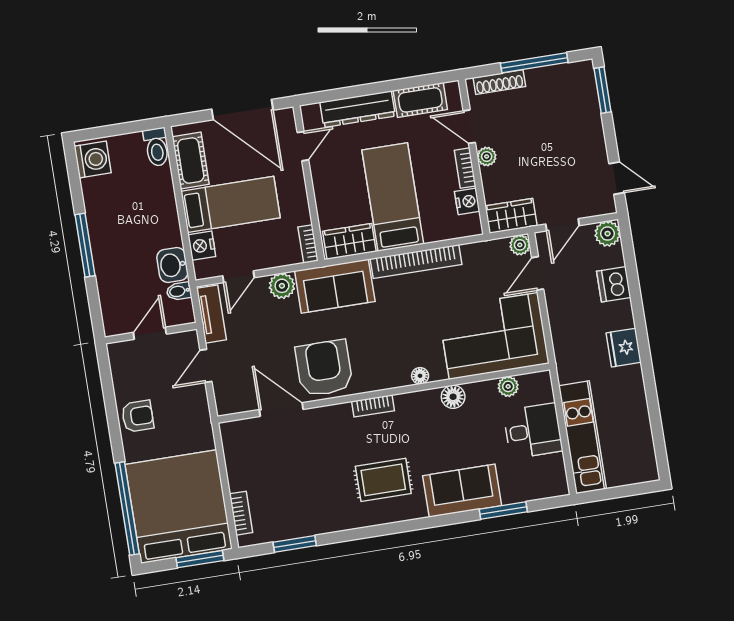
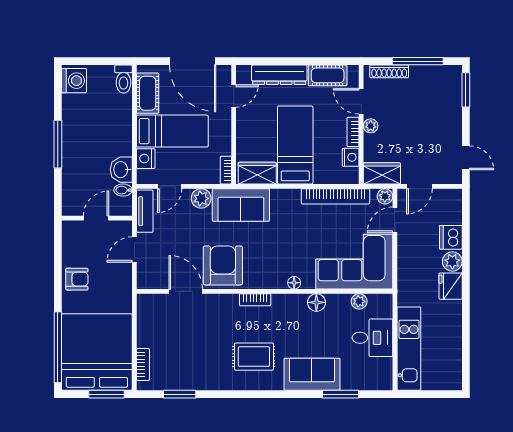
plant: (608, 234) -> (452, 262), moved
bookcase: (416, 262) -> (335, 196), moved

